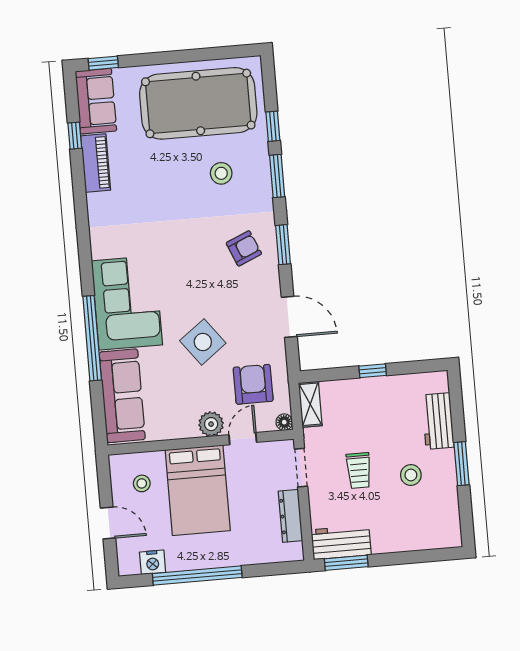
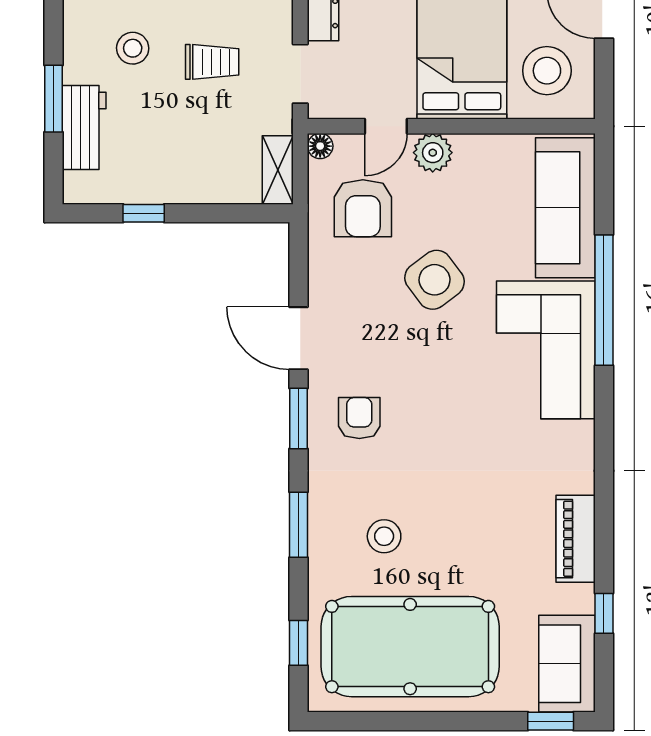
window: (273, 126) -> (299, 643), moved
piano: (96, 163) -> (576, 539), moved
armchair: (244, 248) -> (359, 418), turned 113
door: (289, 317) -> (299, 338), moved
window: (373, 371) -> (144, 213), moved
window: (461, 464) -> (54, 99), moved
trolley: (359, 471) -> (212, 62), turned 90
stool: (142, 483) -> (547, 71), width x1.89, depth x1.89

